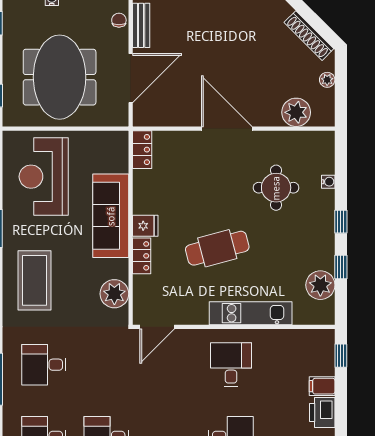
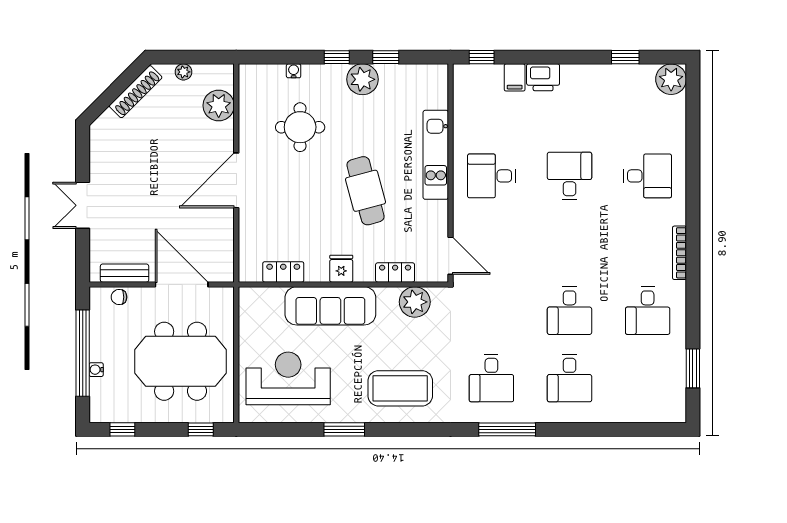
locker: (142, 150) -> (283, 272), moved
reception desk: (44, 177) -> (288, 378), turned 180
locker: (142, 256) -> (395, 272), moved
plant: (320, 285) -> (362, 79), moved

